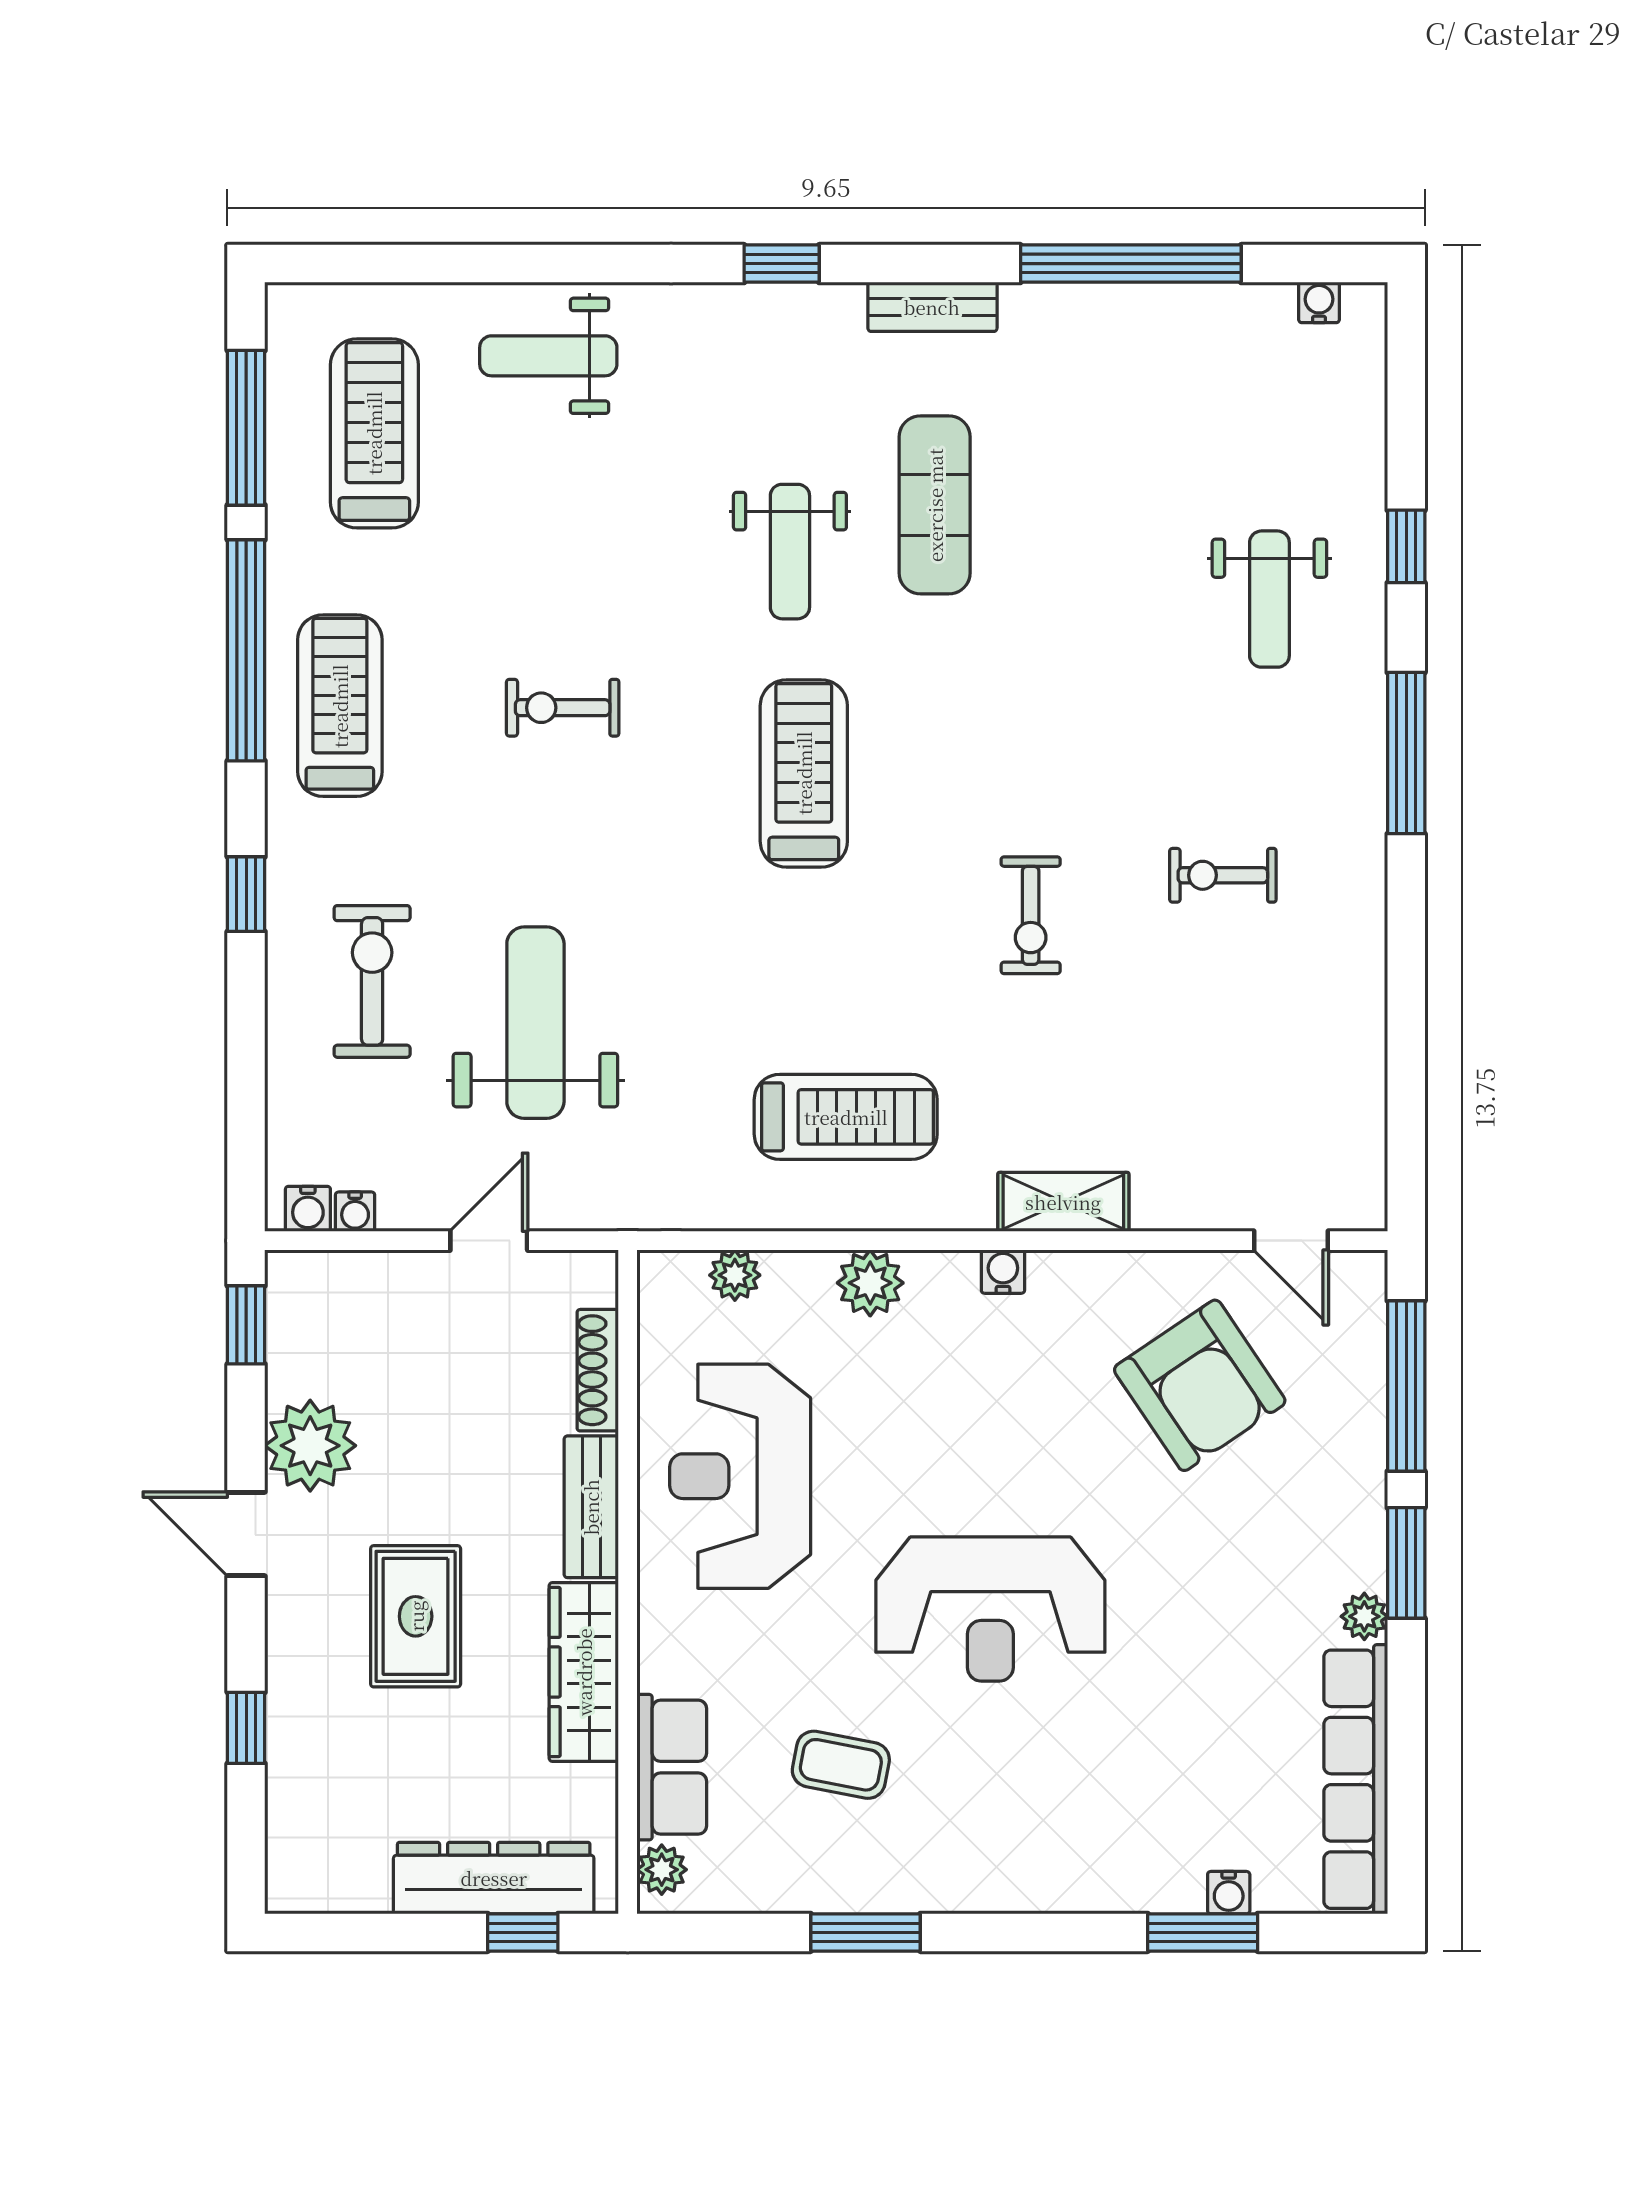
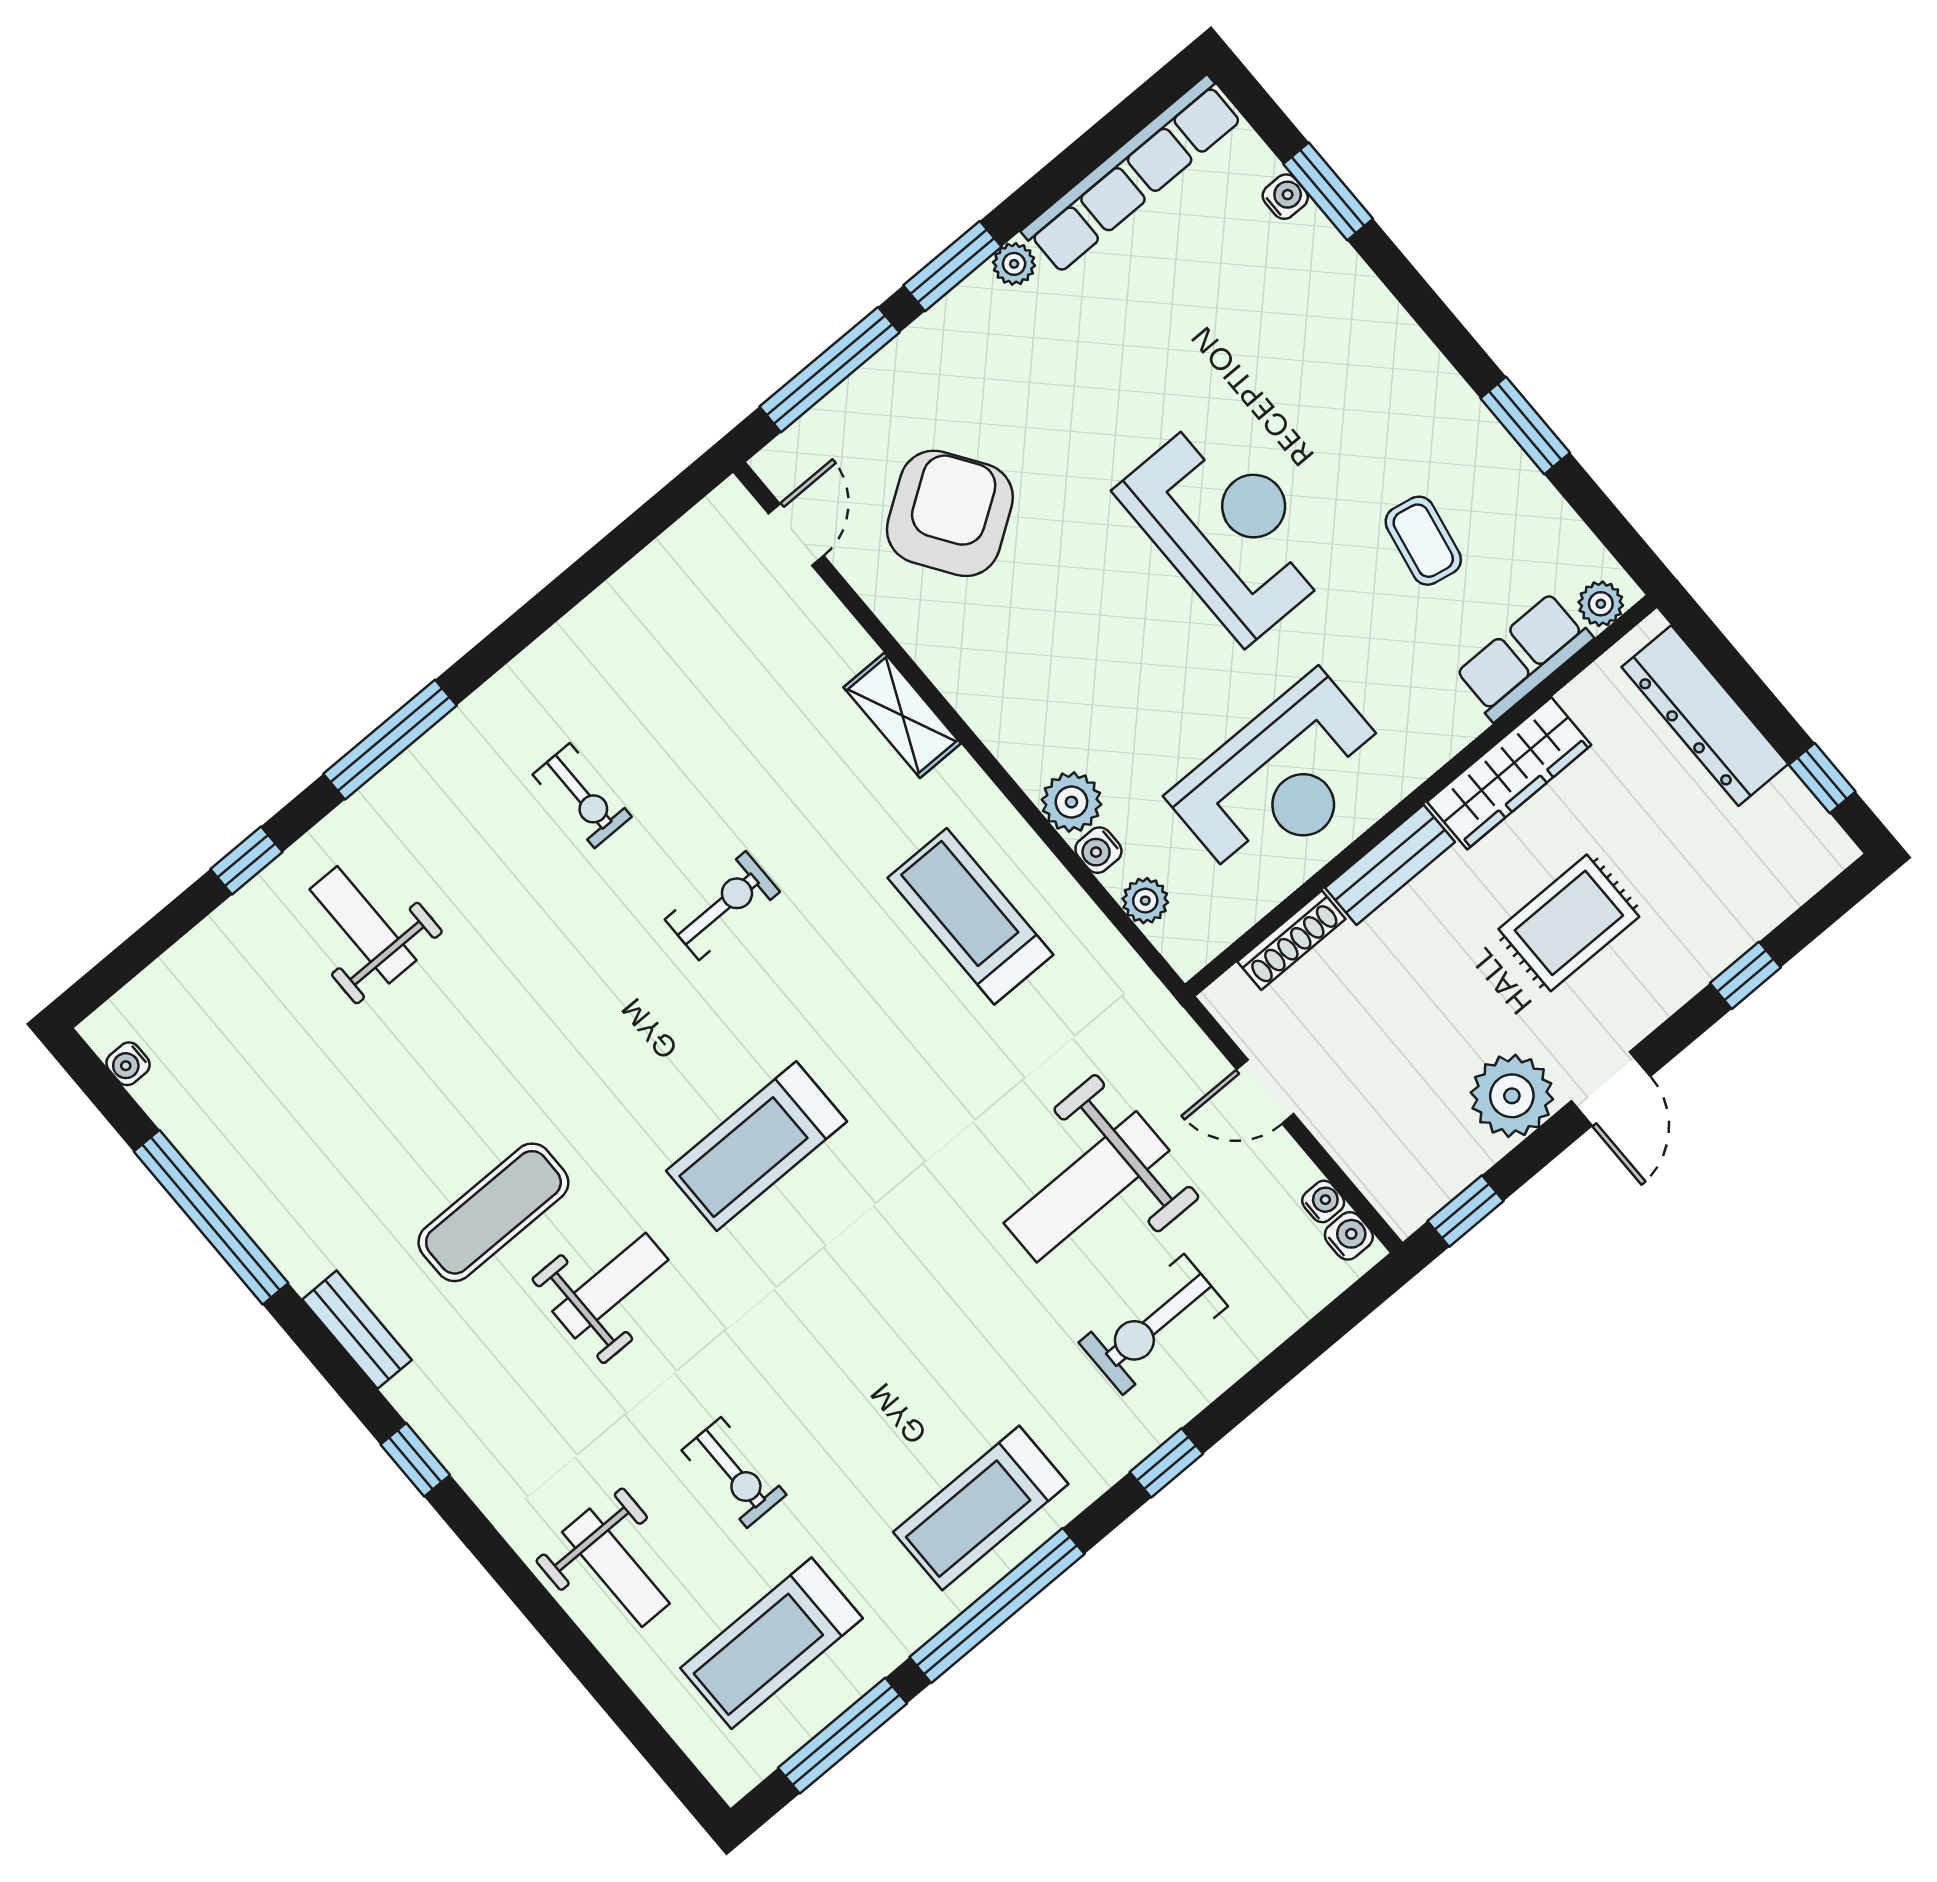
weight bench: (1269, 599) -> (363, 925), turned -90
exercise bike: (563, 708) -> (734, 1472), moved
water cooler: (1003, 1272) -> (1098, 850), moved
window: (523, 1932) -> (1822, 778), moved

